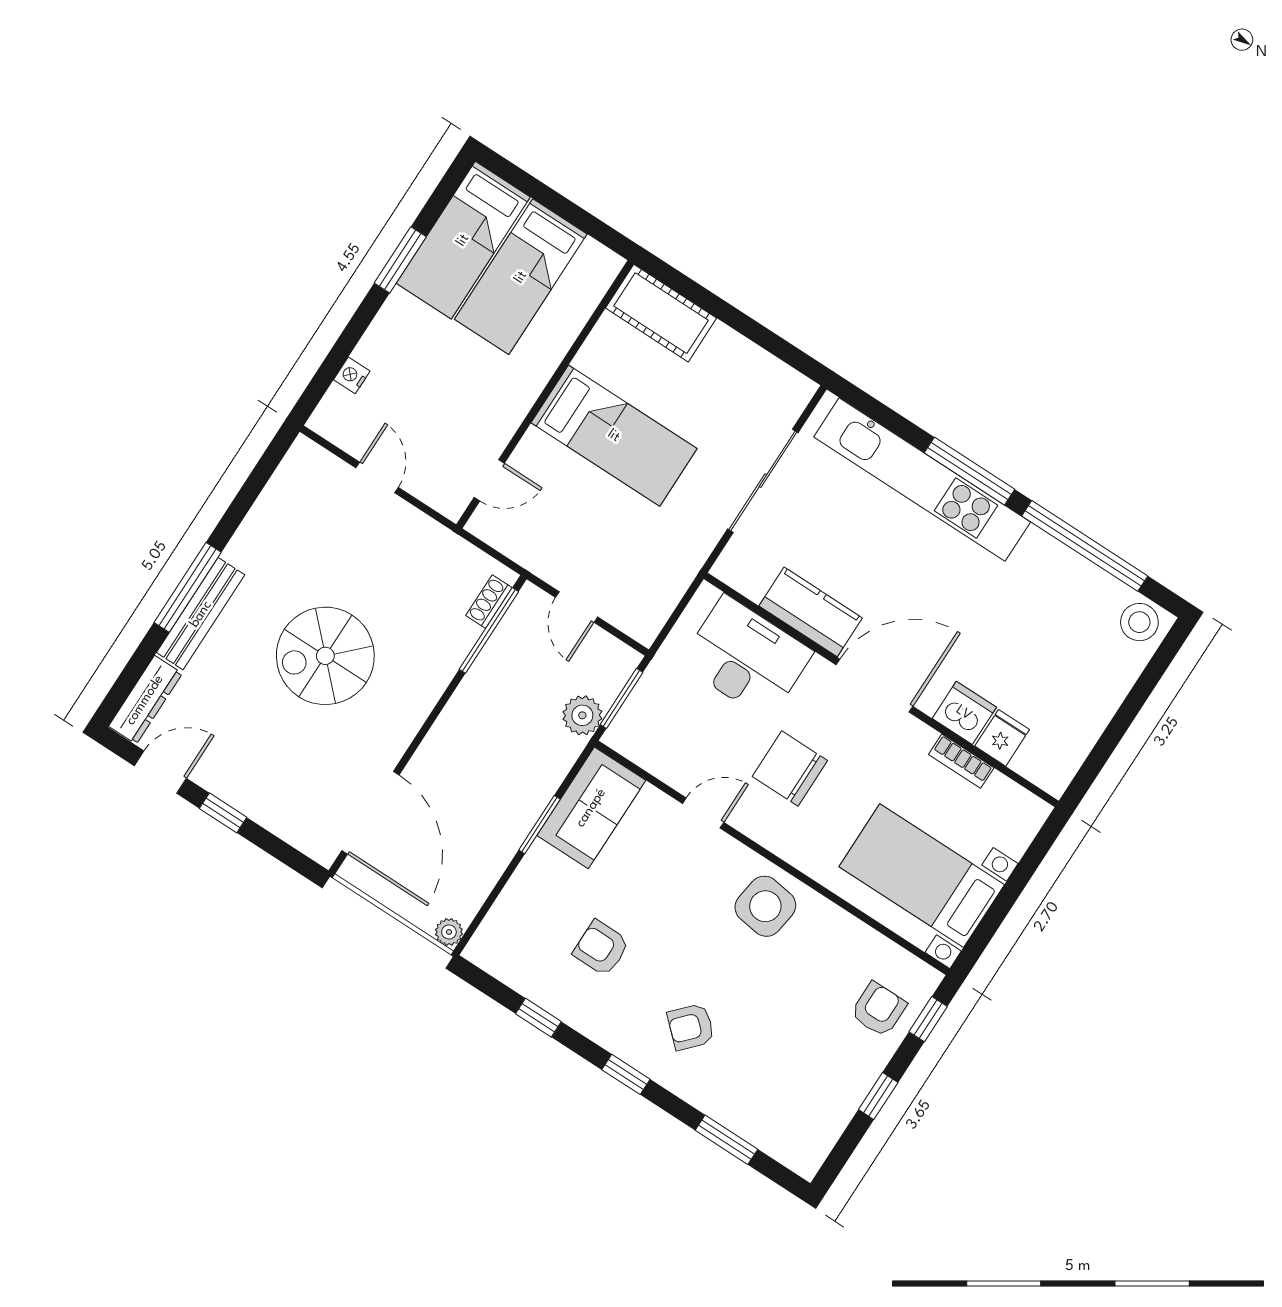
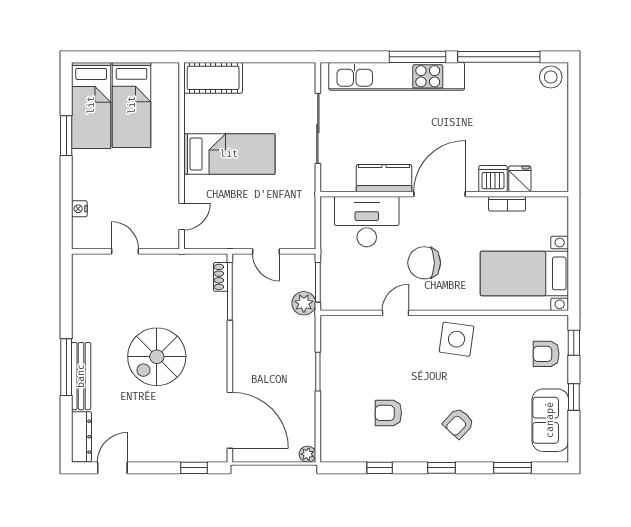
sofa: (591, 808) -> (550, 420), moved, turned 180
window: (223, 813) -> (194, 468), moved
armchair: (879, 1009) -> (546, 354), turned -90

